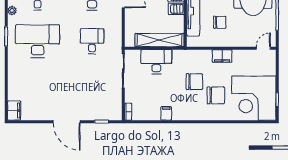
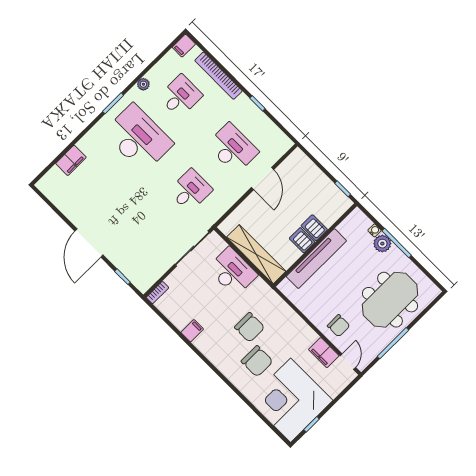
chair: (220, 22) -> (339, 326), moved
door: (263, 48) -> (348, 362), hinge flipped
filing cabinet: (222, 56) -> (324, 353), moved
filing cabinet: (14, 111) -> (71, 160), moved

